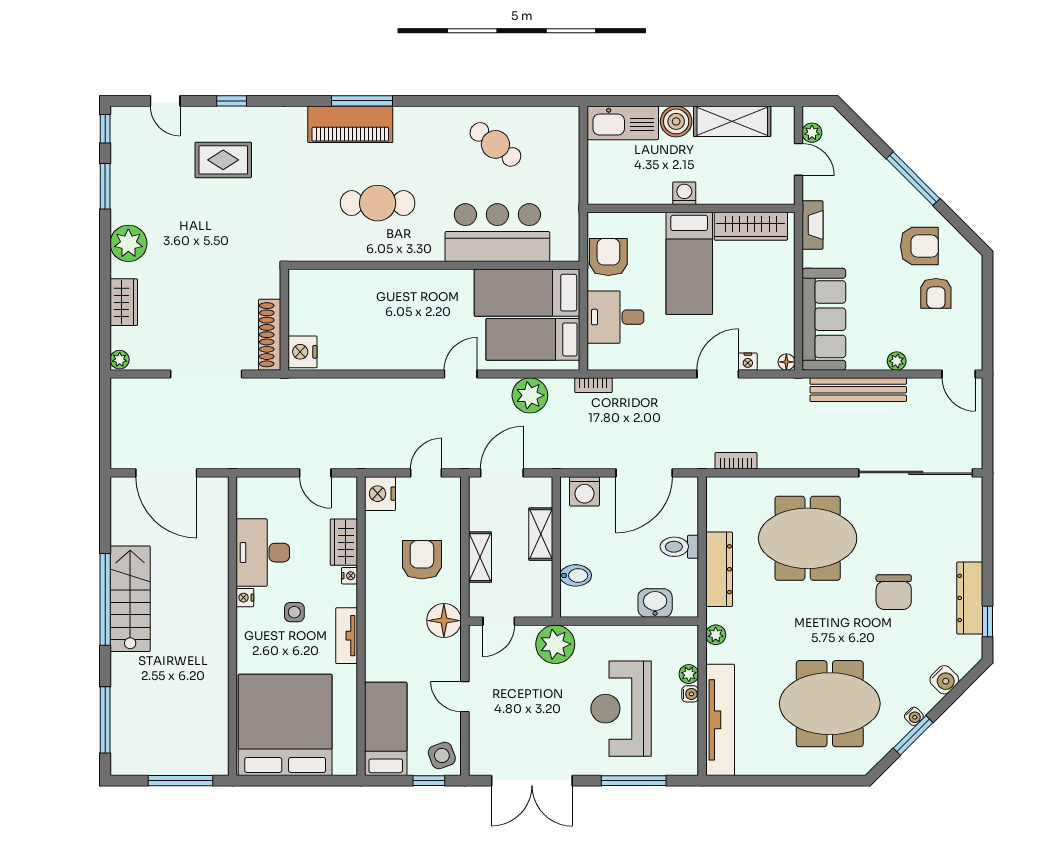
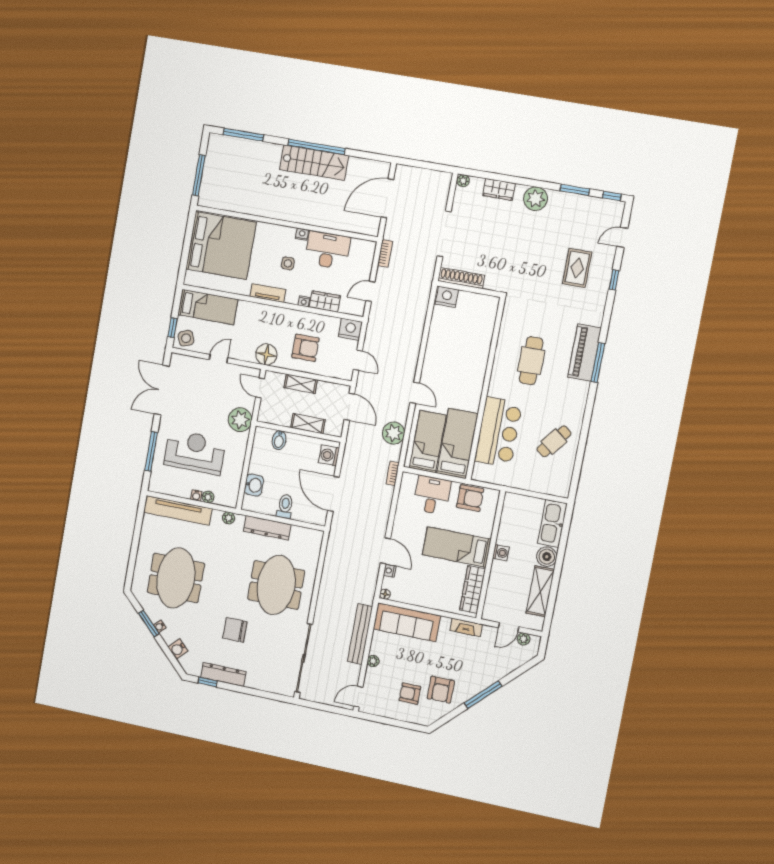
bookcase: (736, 461) -> (385, 253), moved

